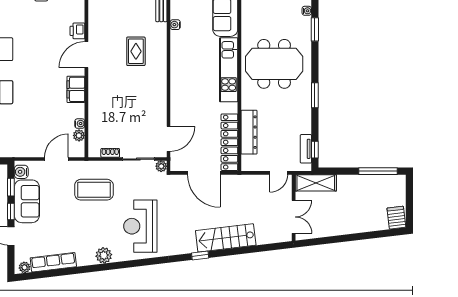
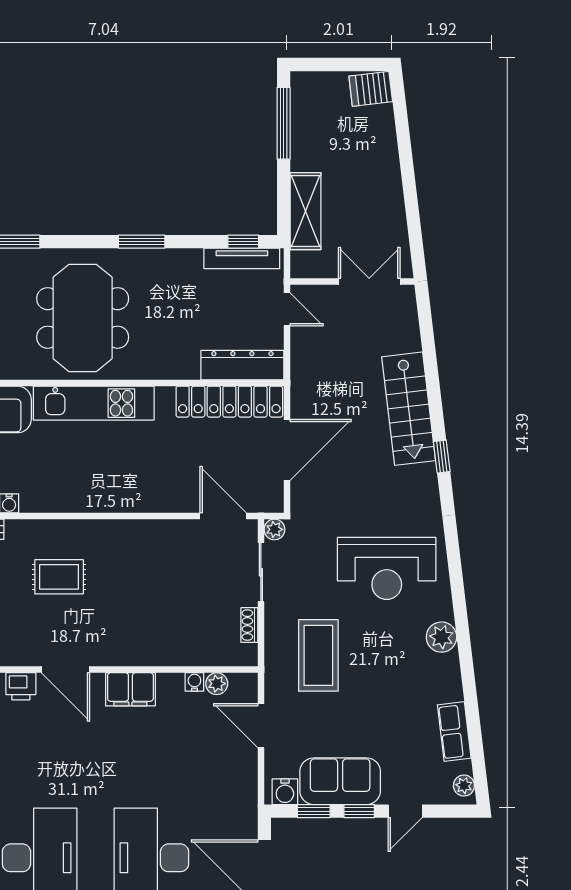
dresser: (249, 132) -> (242, 365), moved
tv unit: (306, 149) -> (242, 258), width x1.41
shelving: (316, 183) -> (305, 211), moved
row of seats: (53, 262) -> (454, 732), width x0.68

